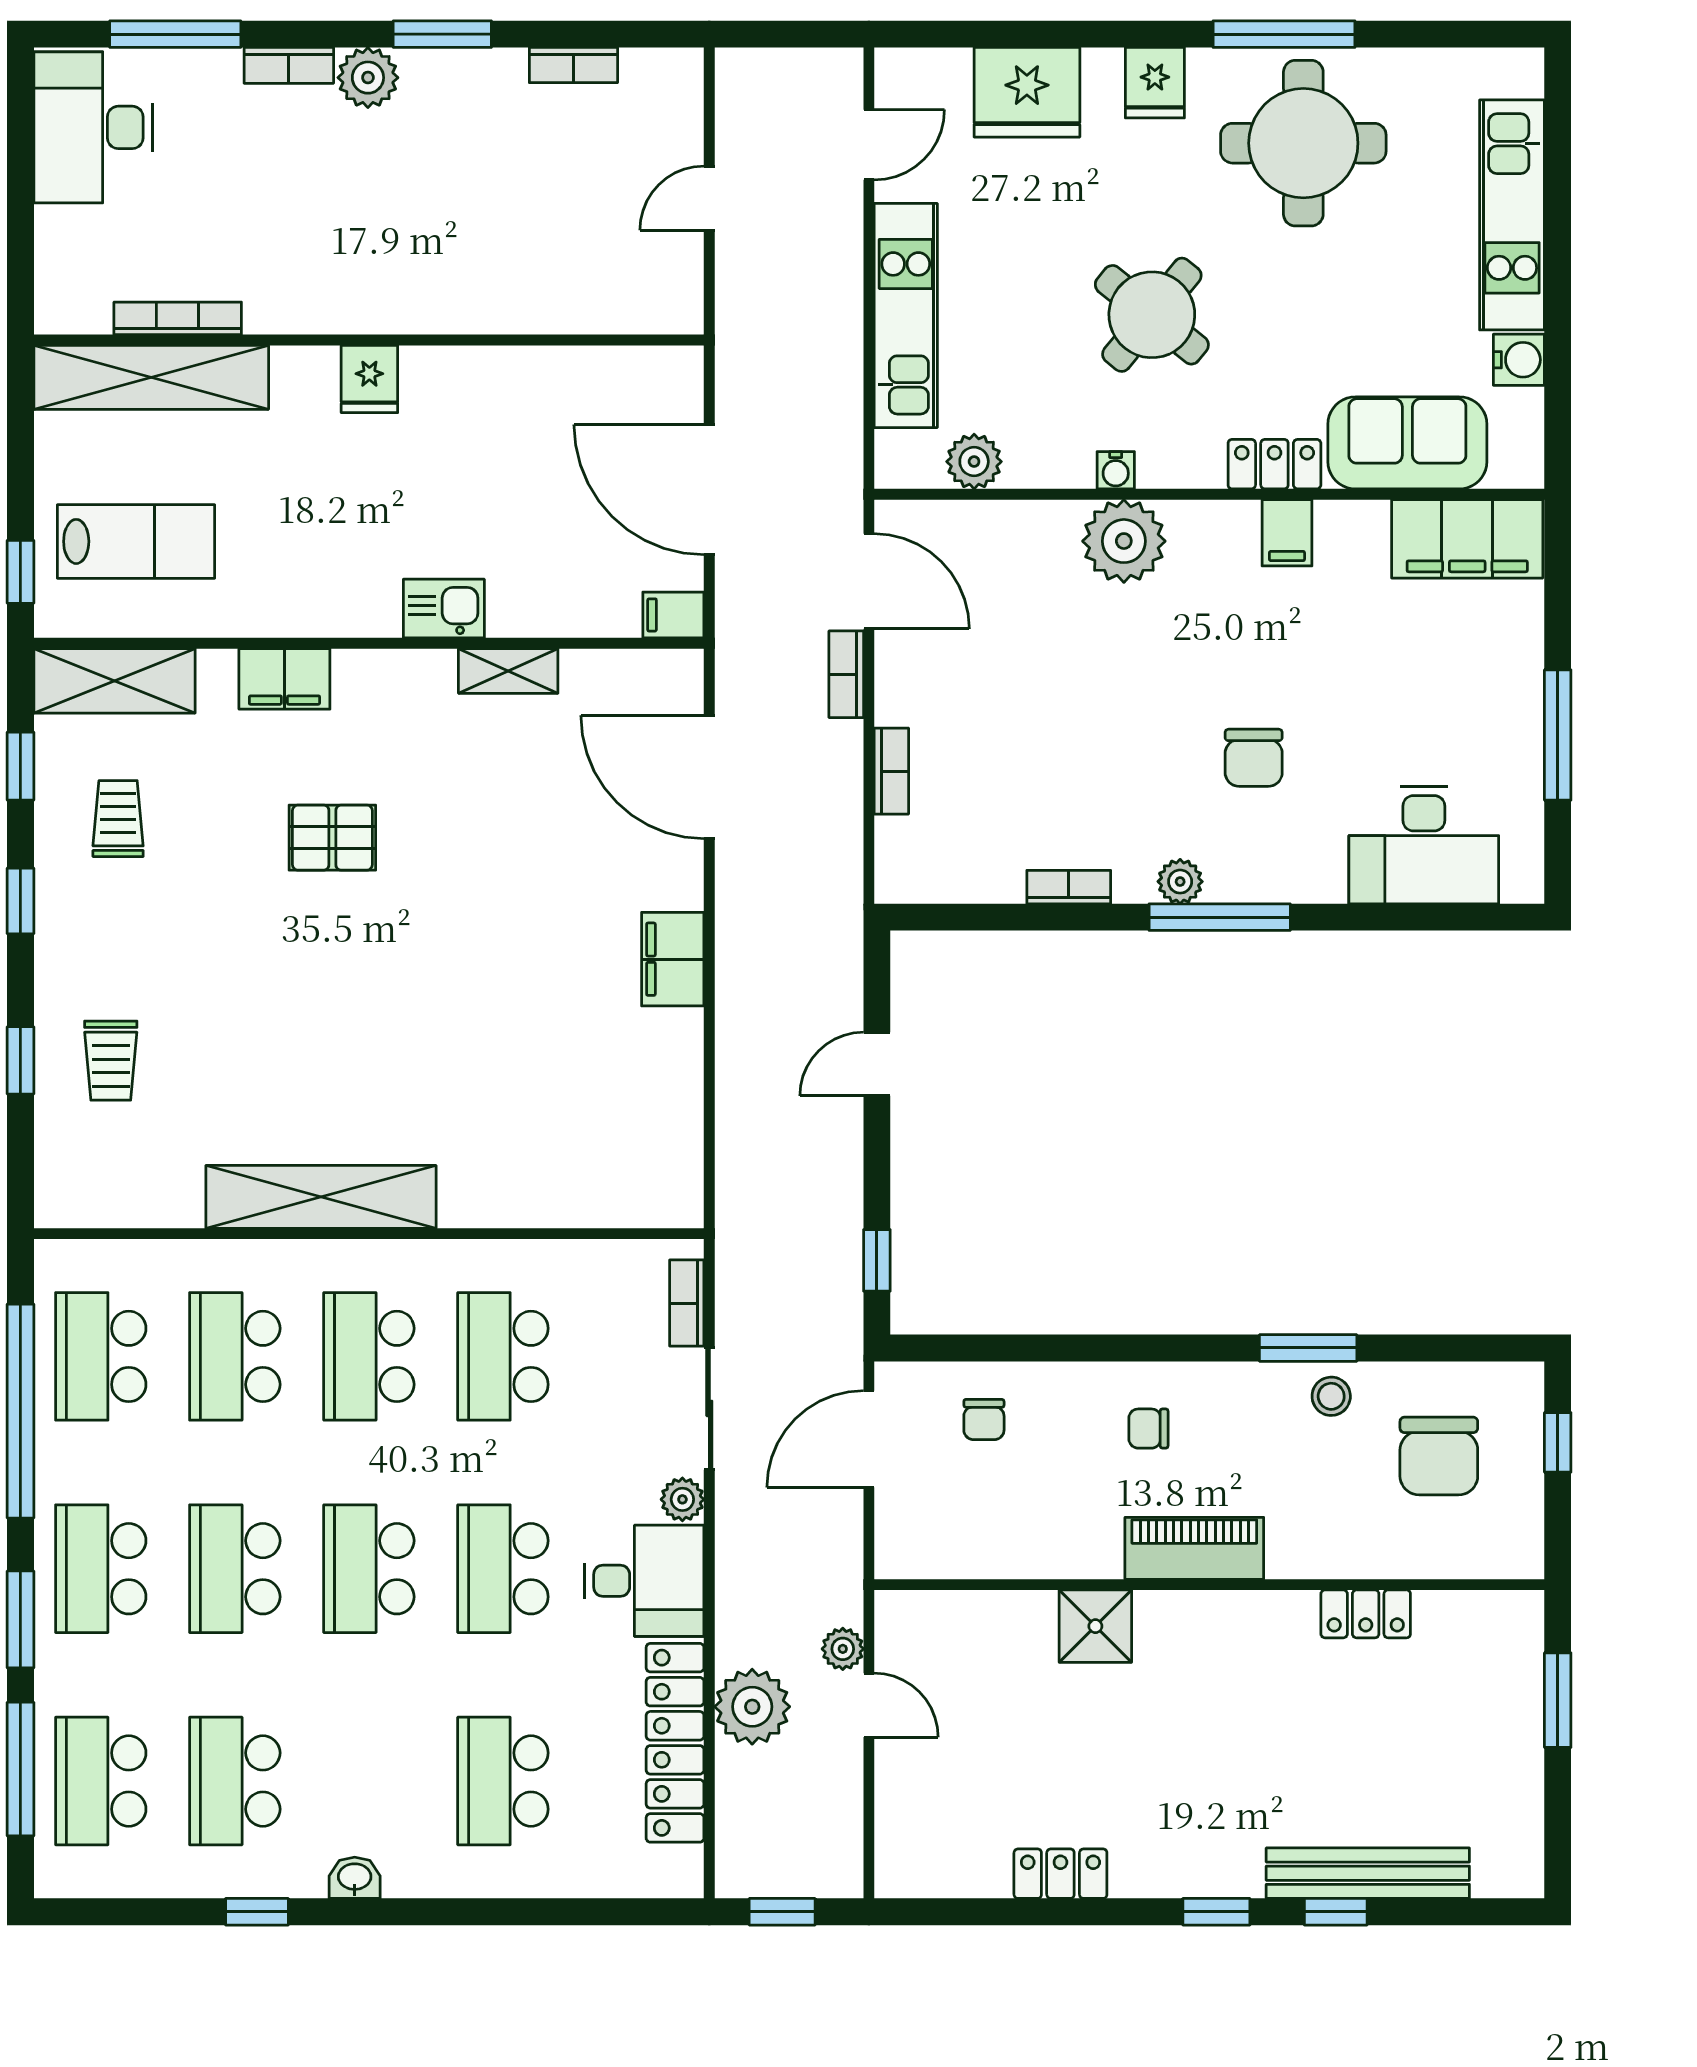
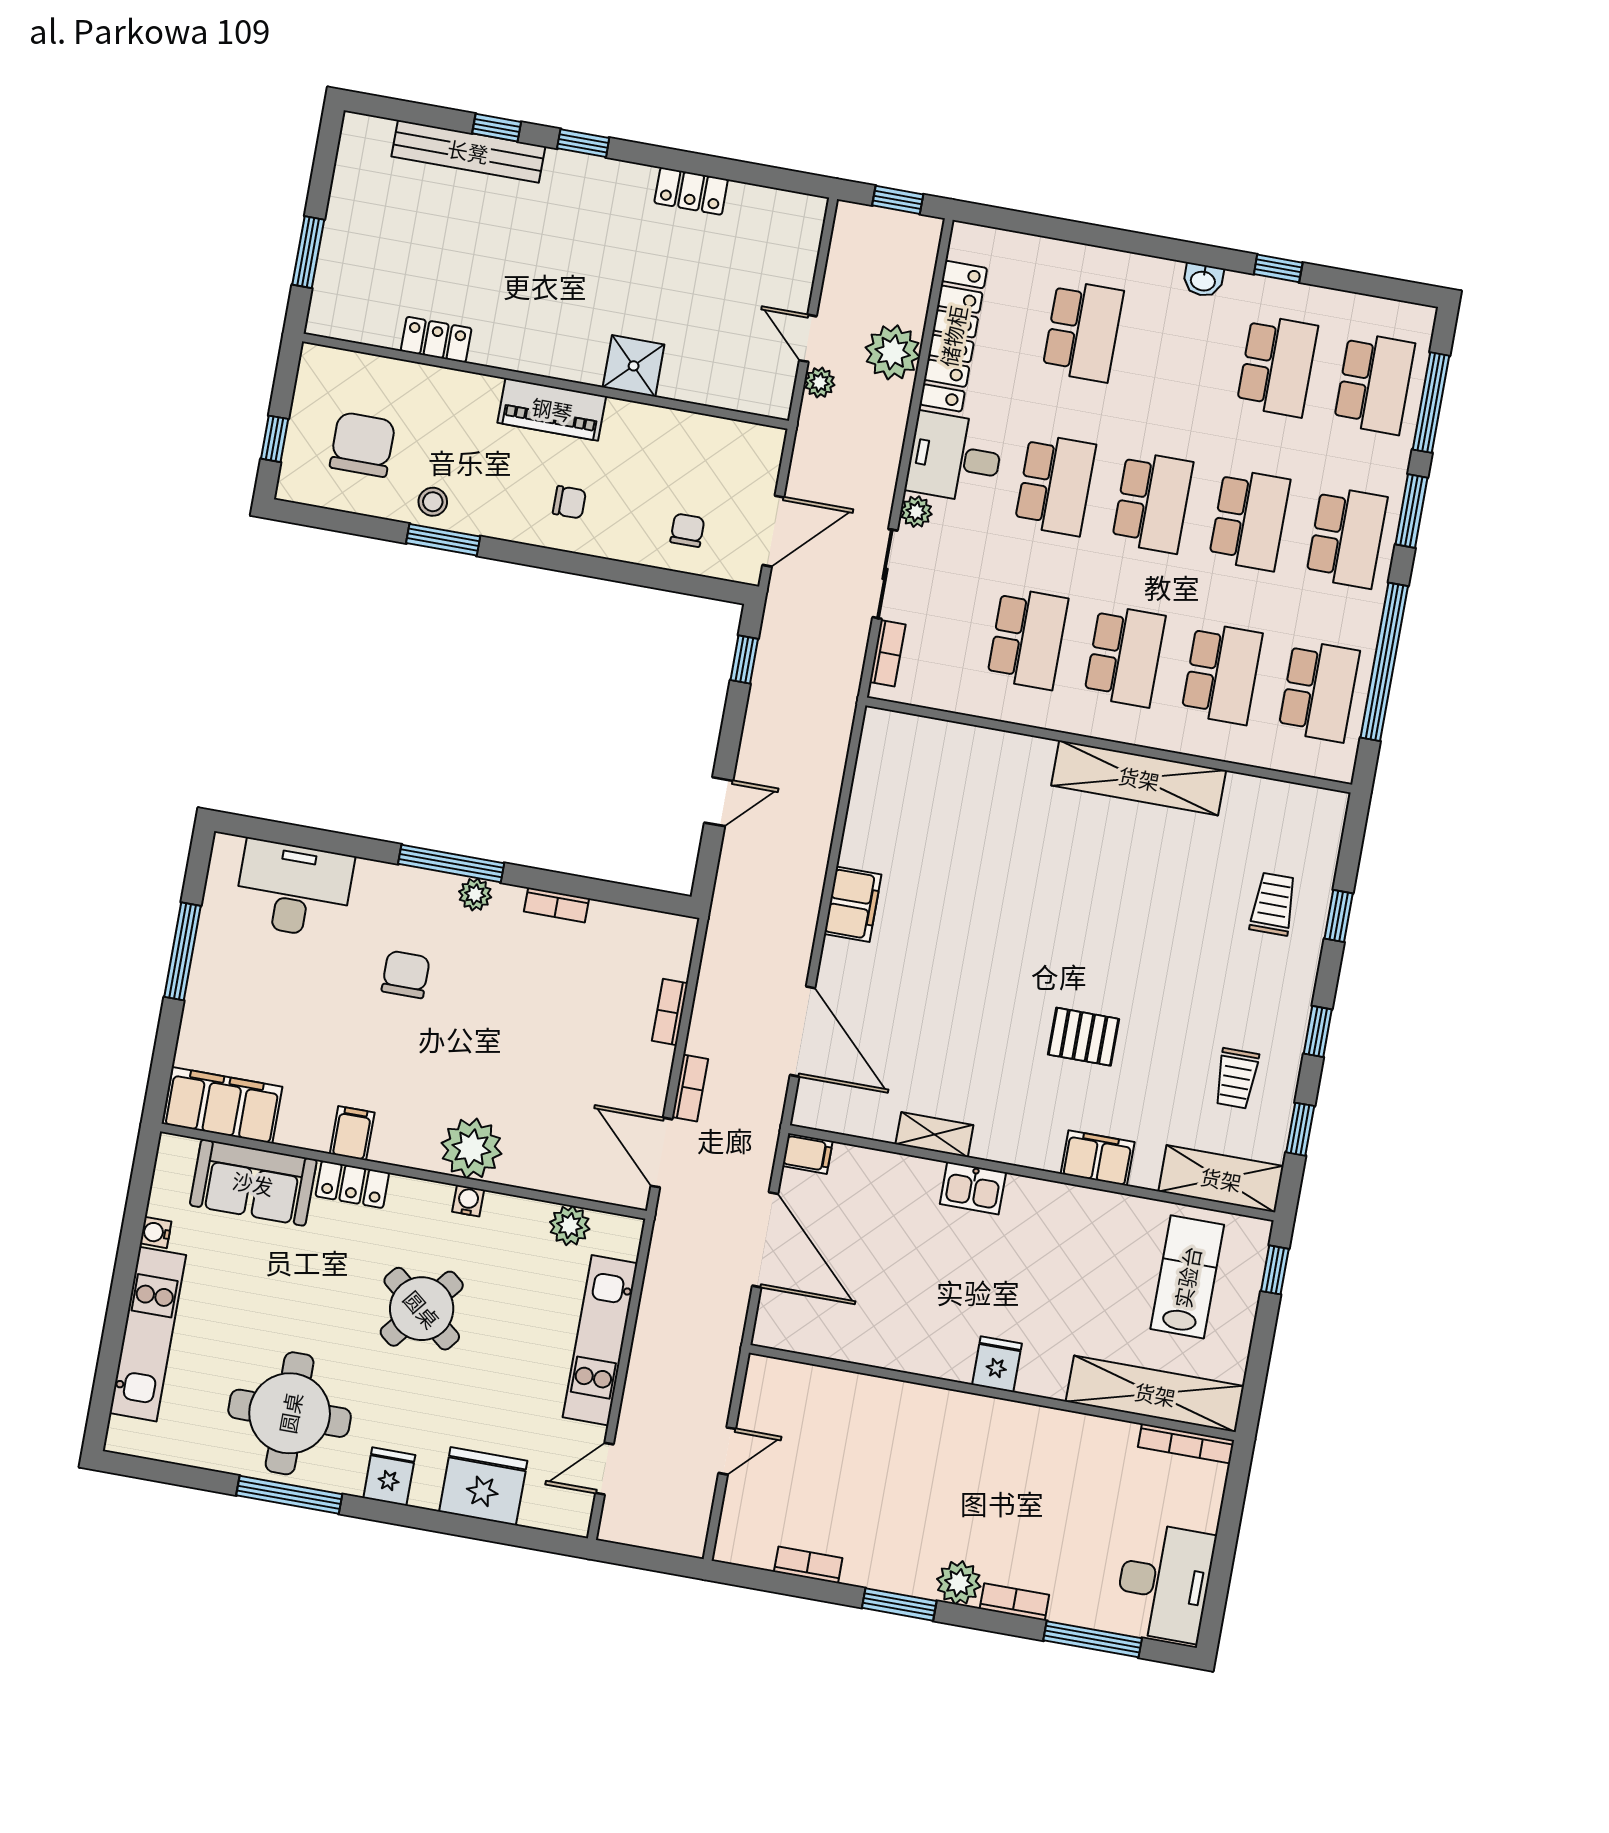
bookcase: (178, 318) -> (1186, 1444), moved
water cooler: (1519, 360) -> (156, 1232), width x0.72, depth x0.72
lab bench: (136, 541) -> (1187, 1277), turned 90

